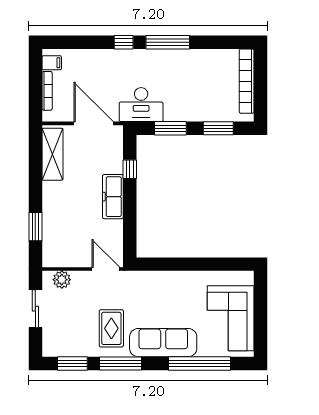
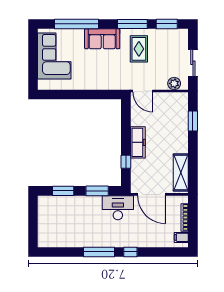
bookcase: (247, 81) -> (43, 224), removed
sofa: (163, 343) -> (102, 39), width x0.73

